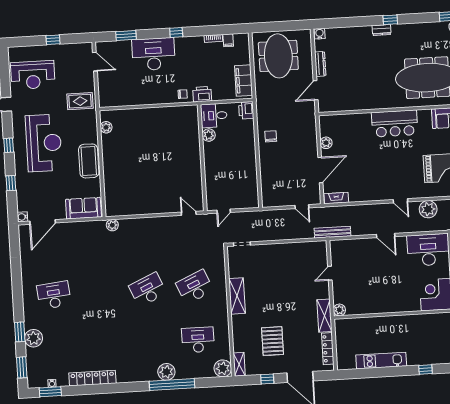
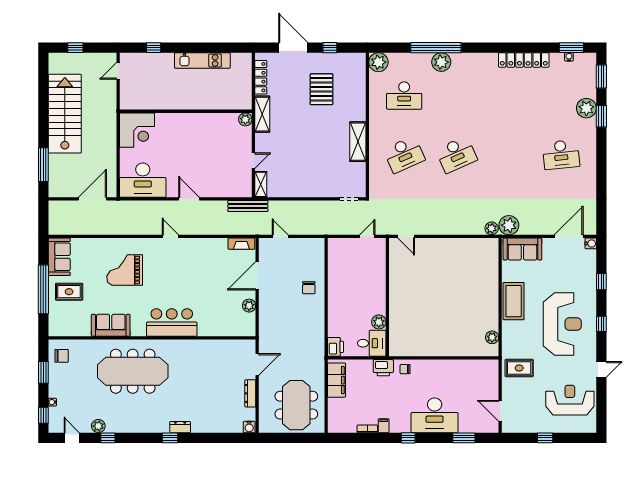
filing cabinet: (228, 40) -> (384, 426), moved
chair: (271, 136) -> (309, 288), moved
reception desk: (44, 143) -> (562, 324), turned 180
plant: (428, 209) -> (509, 225), moved
shelving: (239, 364) -> (261, 184), moved

